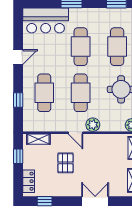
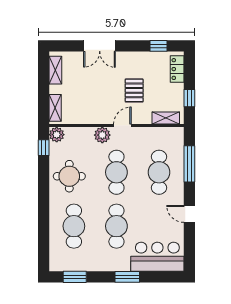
door: (18, 57) -> (189, 214), hinge flipped
window: (18, 100) -> (189, 164), width x2.17
door: (76, 133) -> (122, 126), hinge flipped

